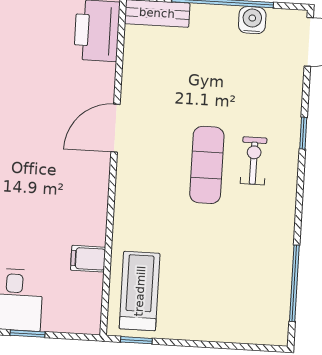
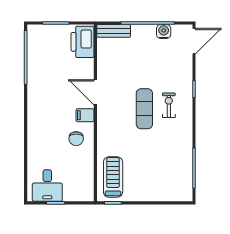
door: (115, 128) -> (95, 92), hinge flipped
chair: (74, 214) -> (76, 139), added
filing cabinet: (88, 259) -> (85, 115), moved

